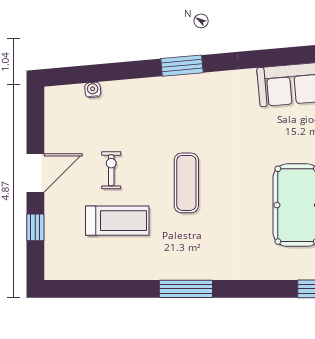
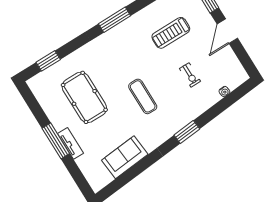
exercise bike: (111, 170) -> (190, 75), moved
exercise mat: (186, 183) -> (143, 96), moved

